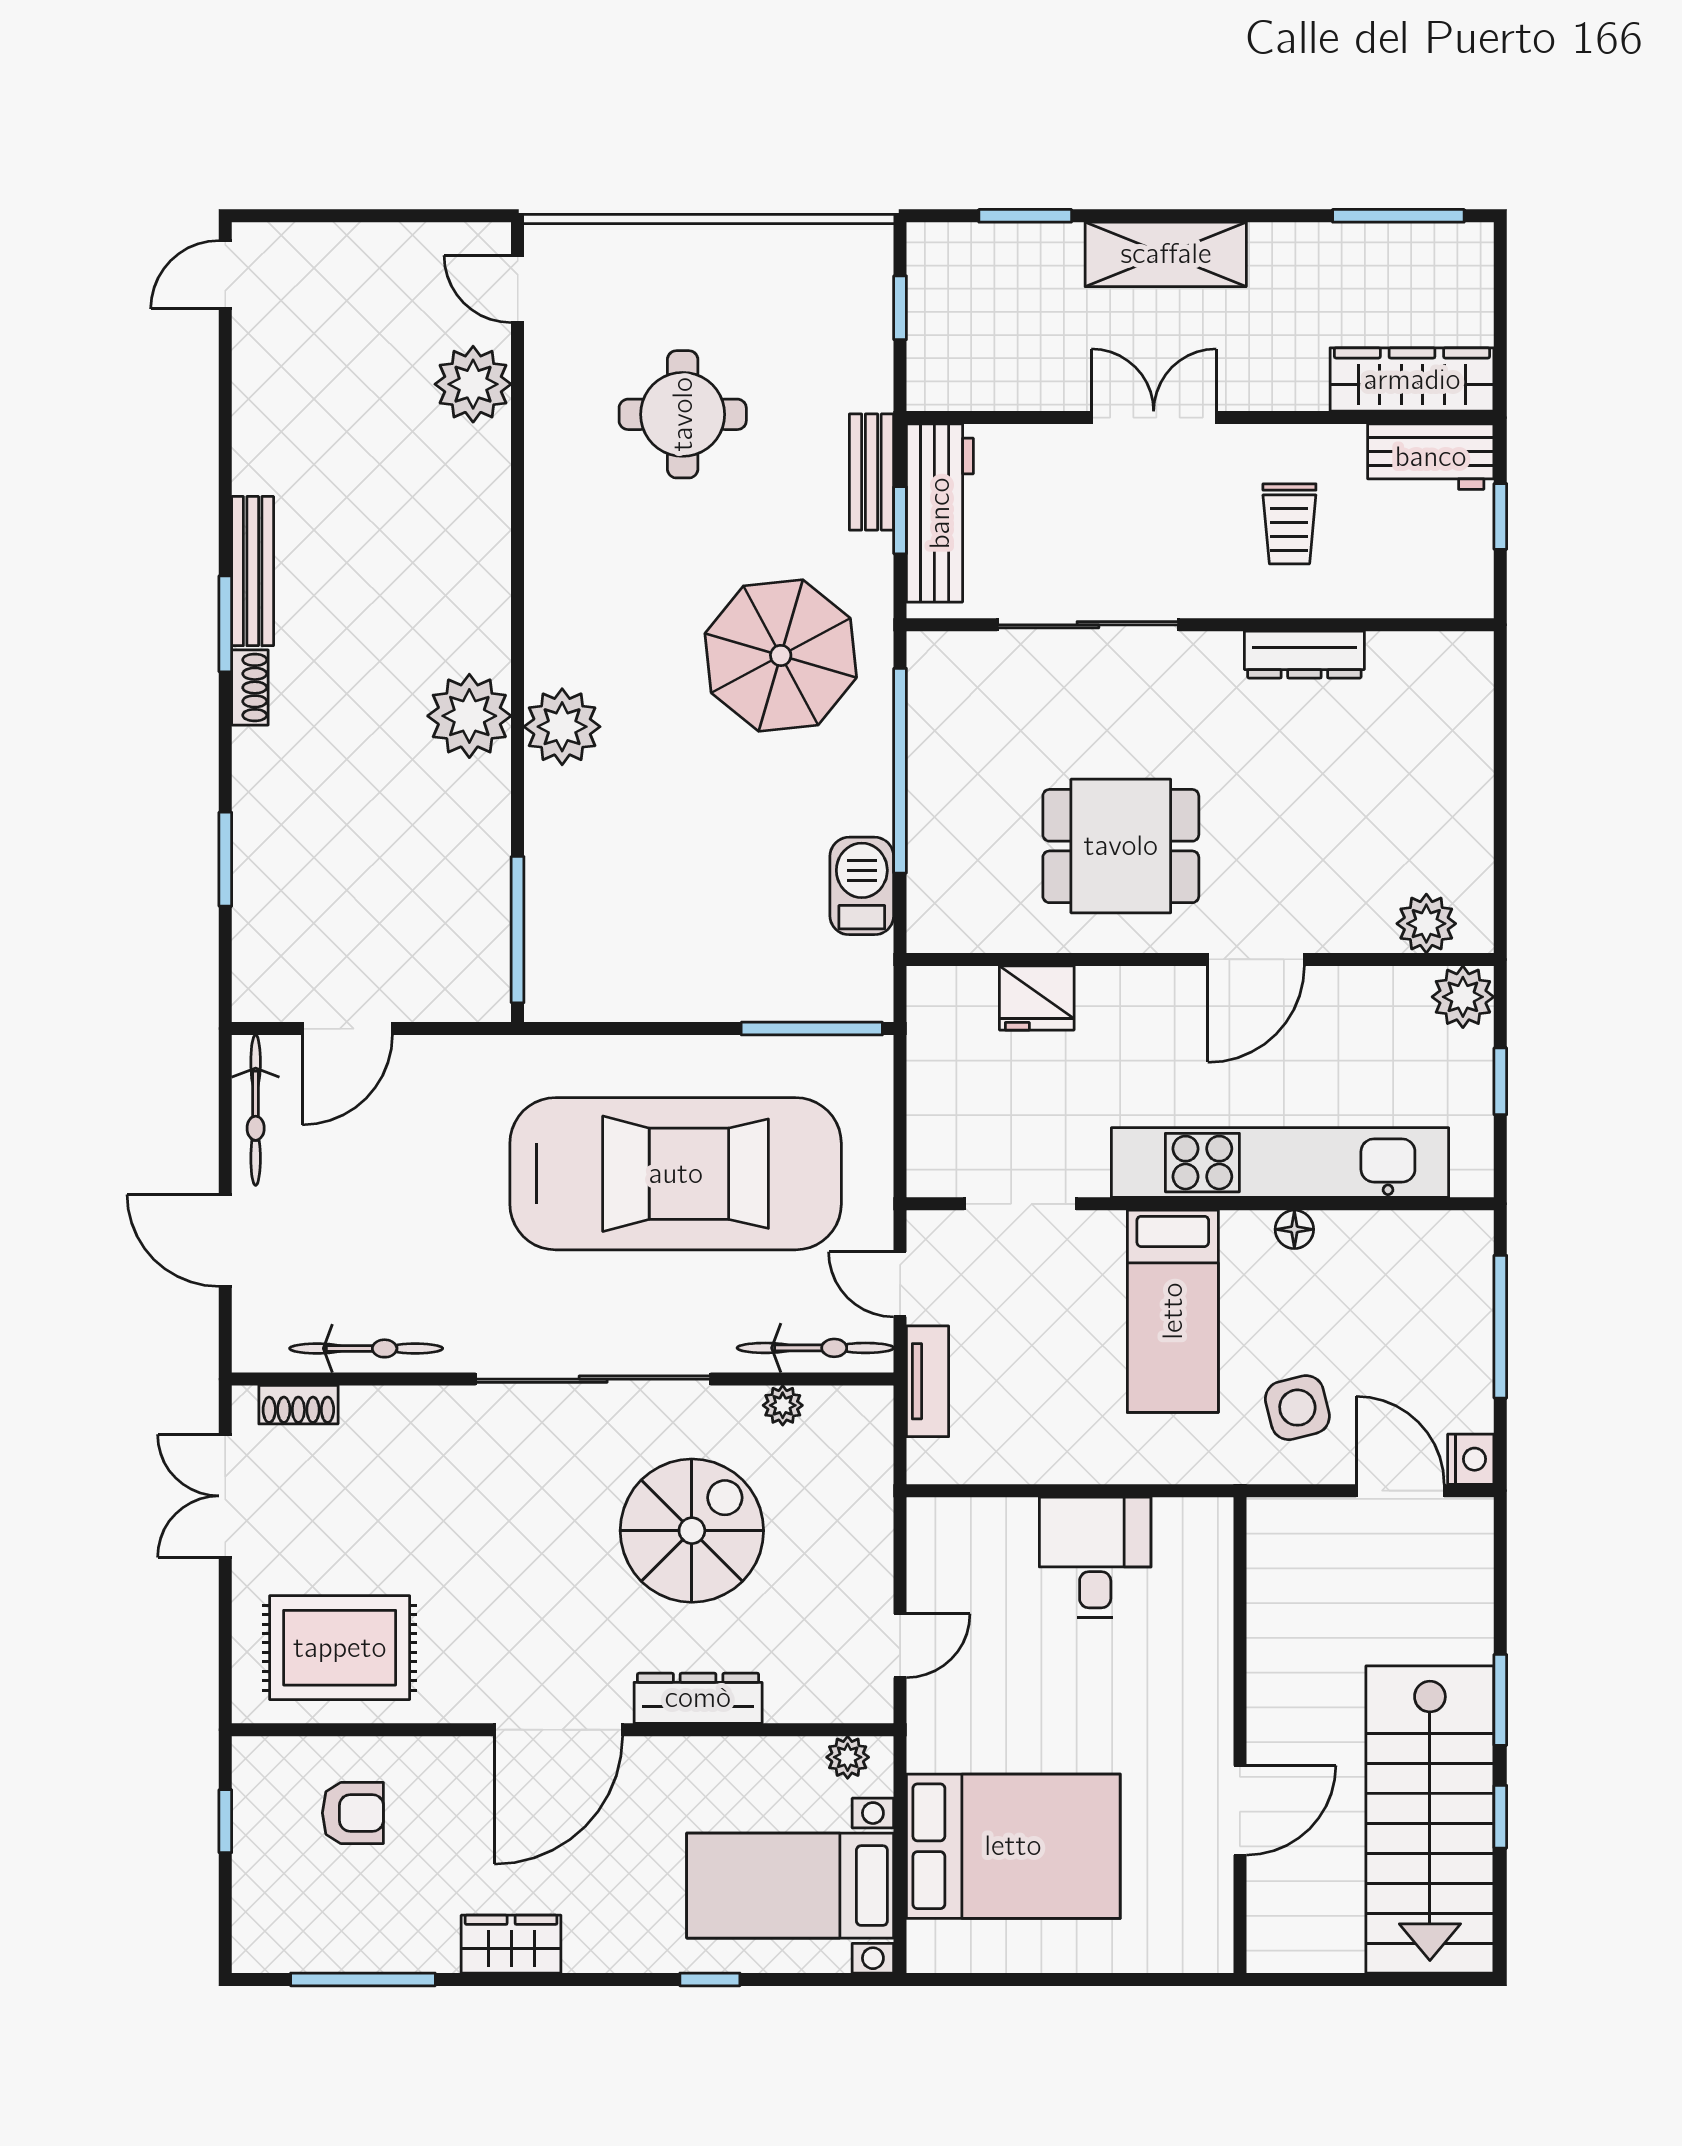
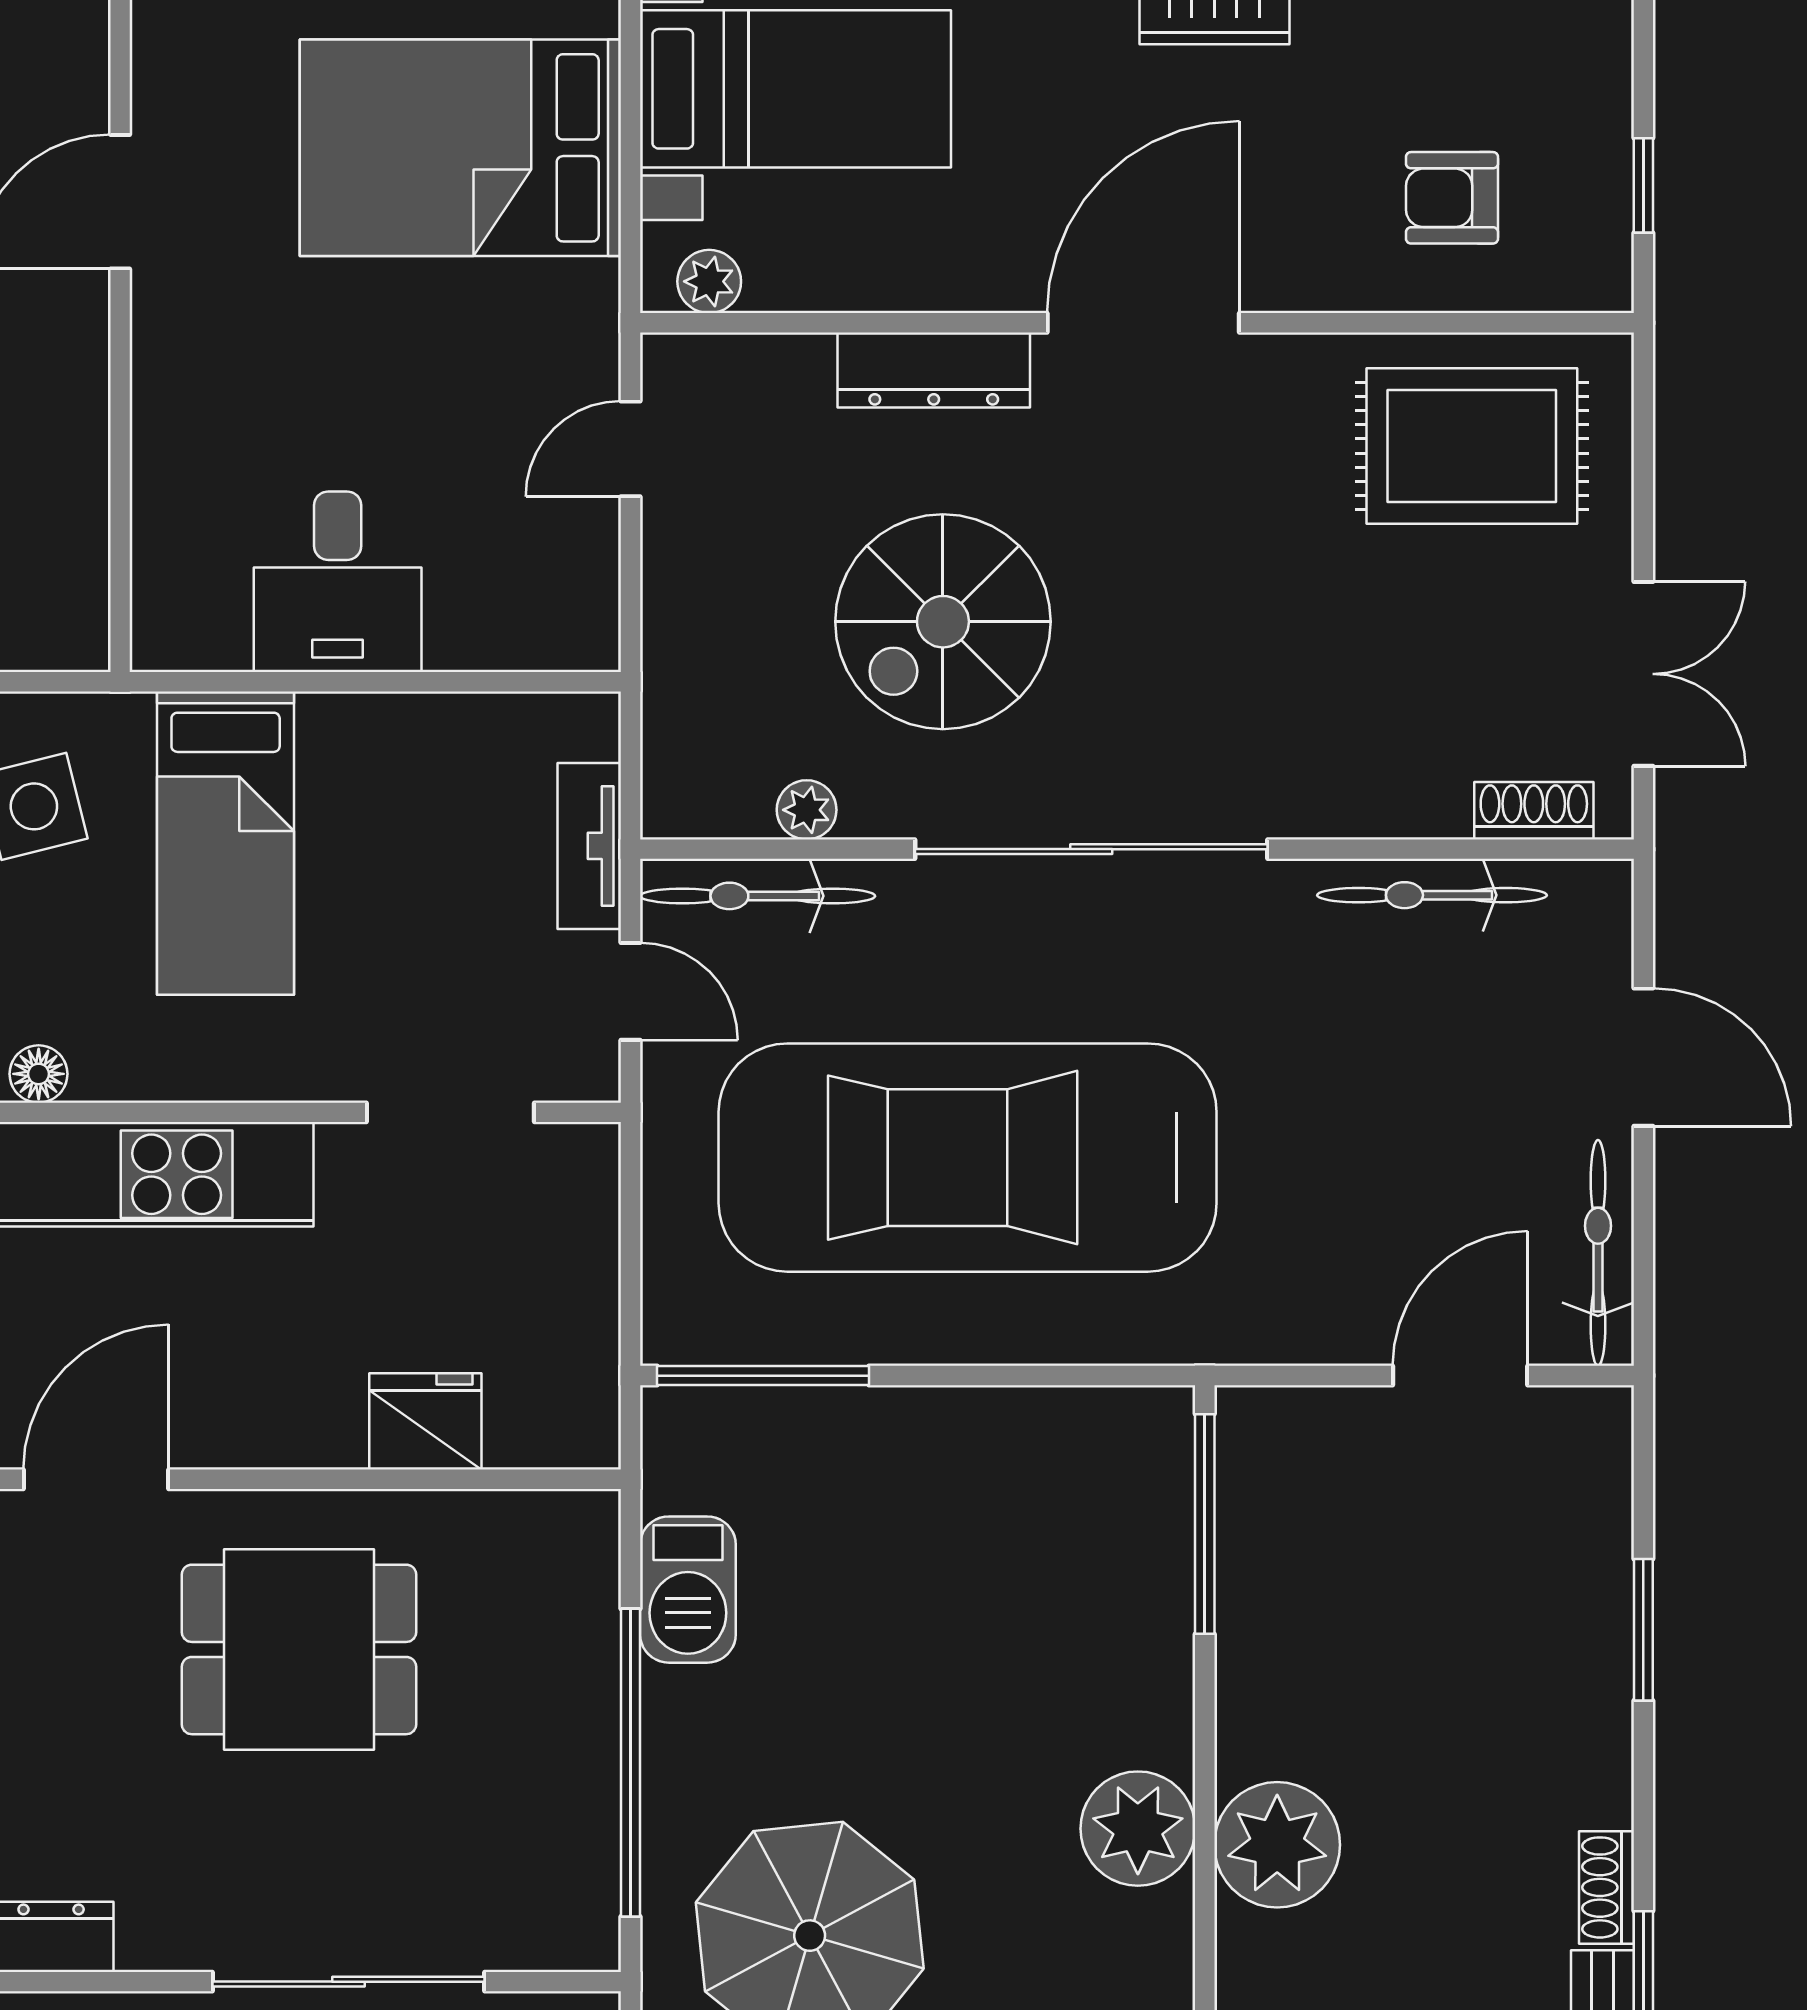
bed: (1173, 1311) -> (226, 843), moved, turned 180

